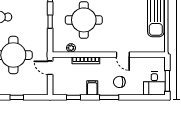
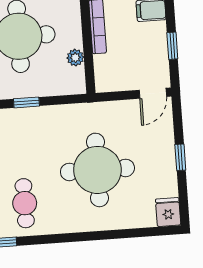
door: (50, 68) -> (153, 93), moved

